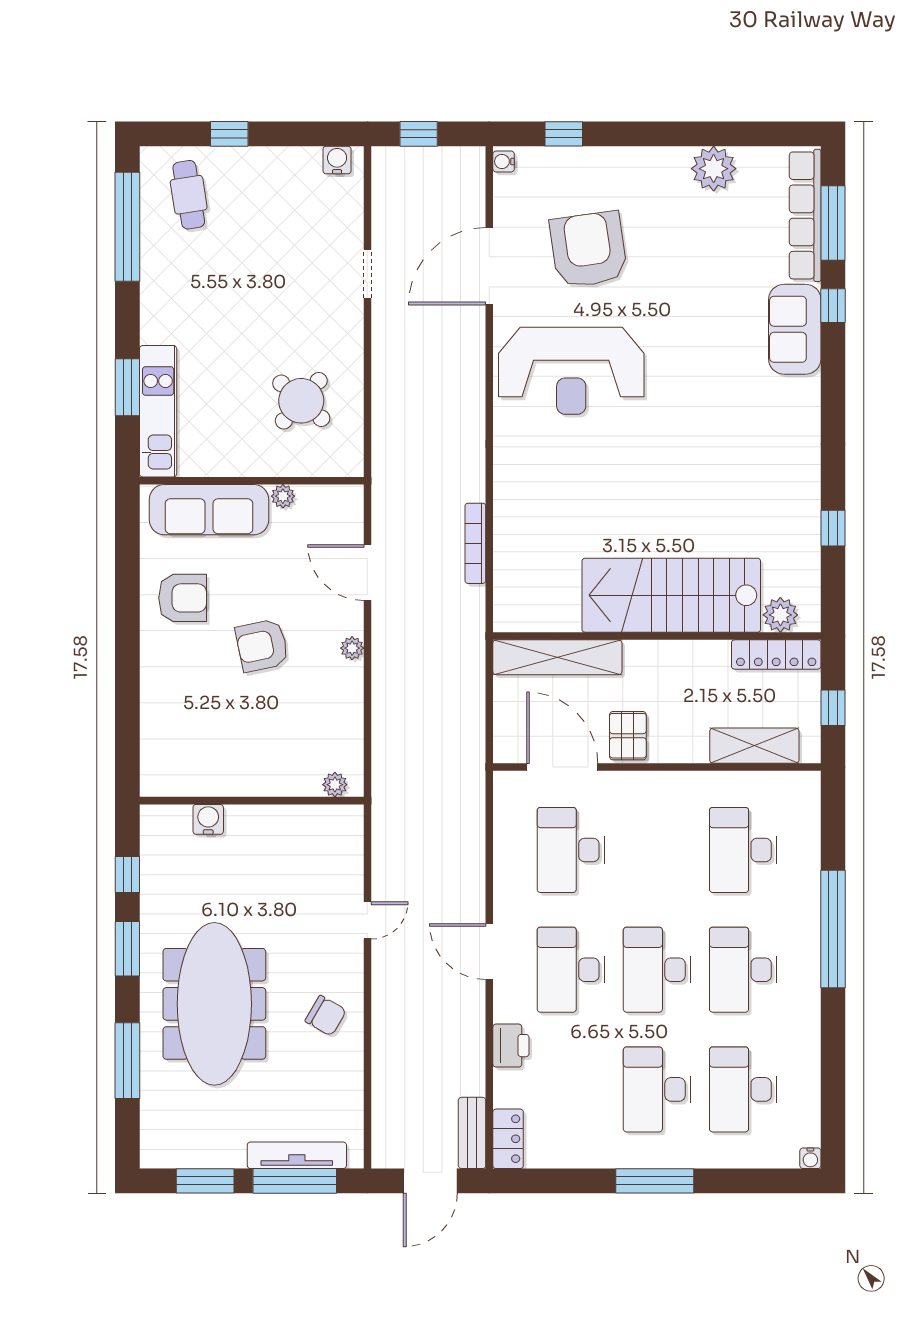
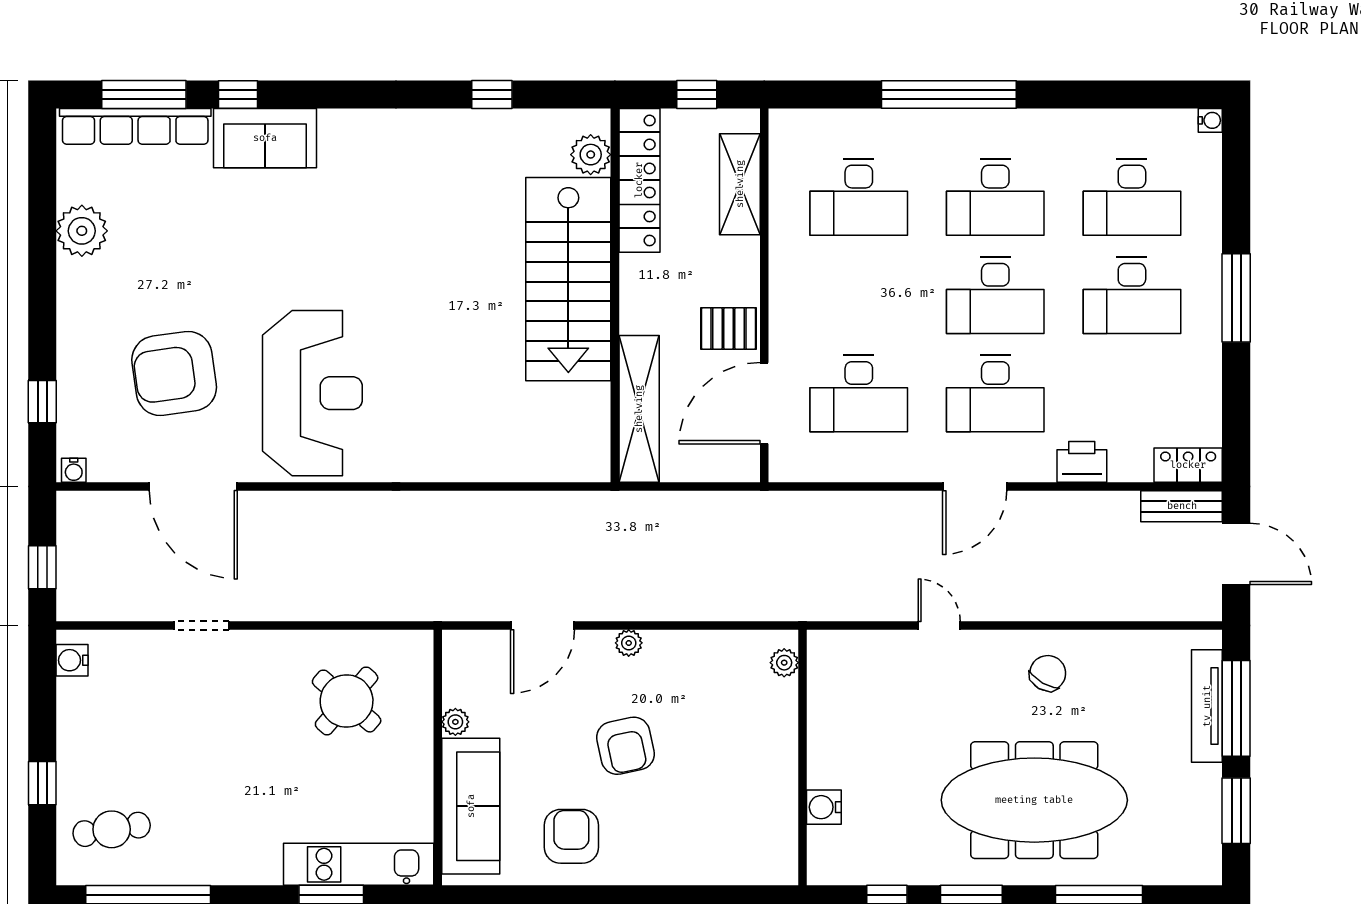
bookcase: (475, 543) -> (509, 502), removed
locker: (776, 655) -> (639, 180), width x1.41, depth x1.21

